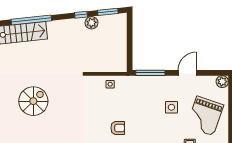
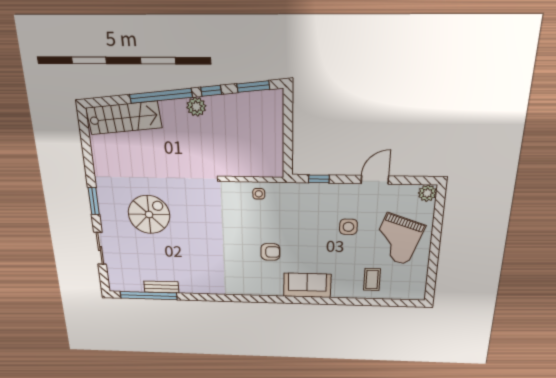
window: (31, 20) -> (161, 96), moved
plant: (92, 23) -> (196, 107), moved
window: (150, 73) -> (319, 179), width x0.46

